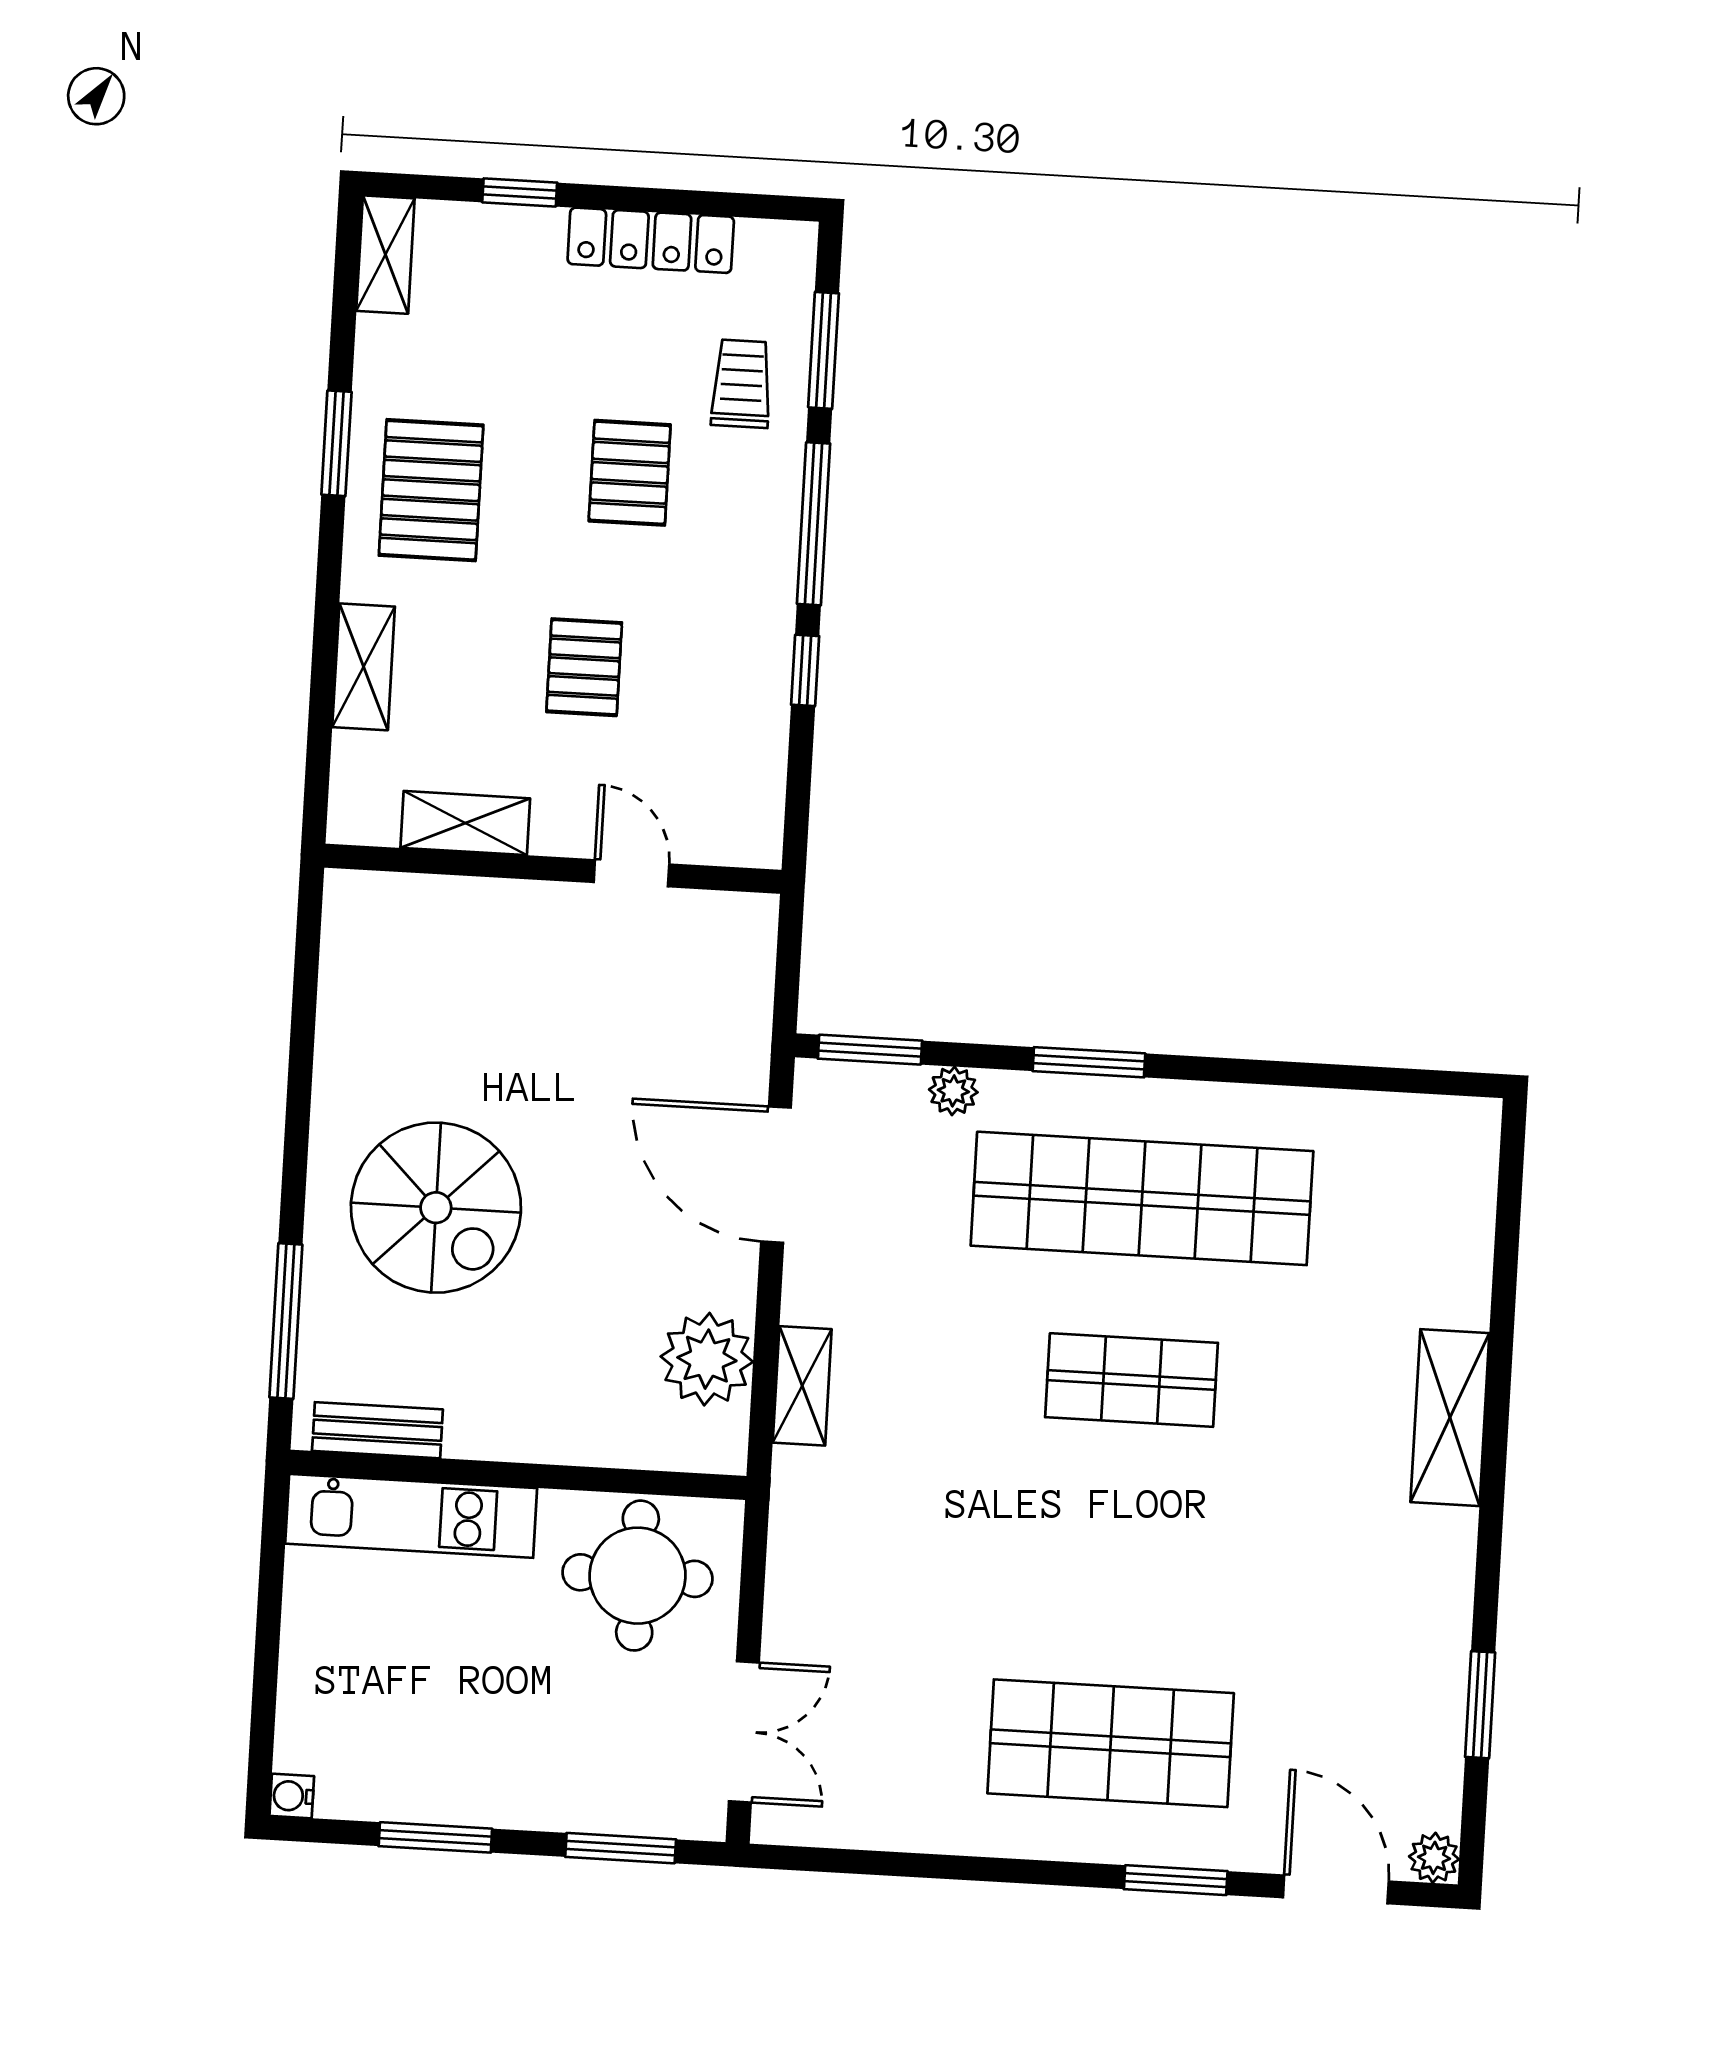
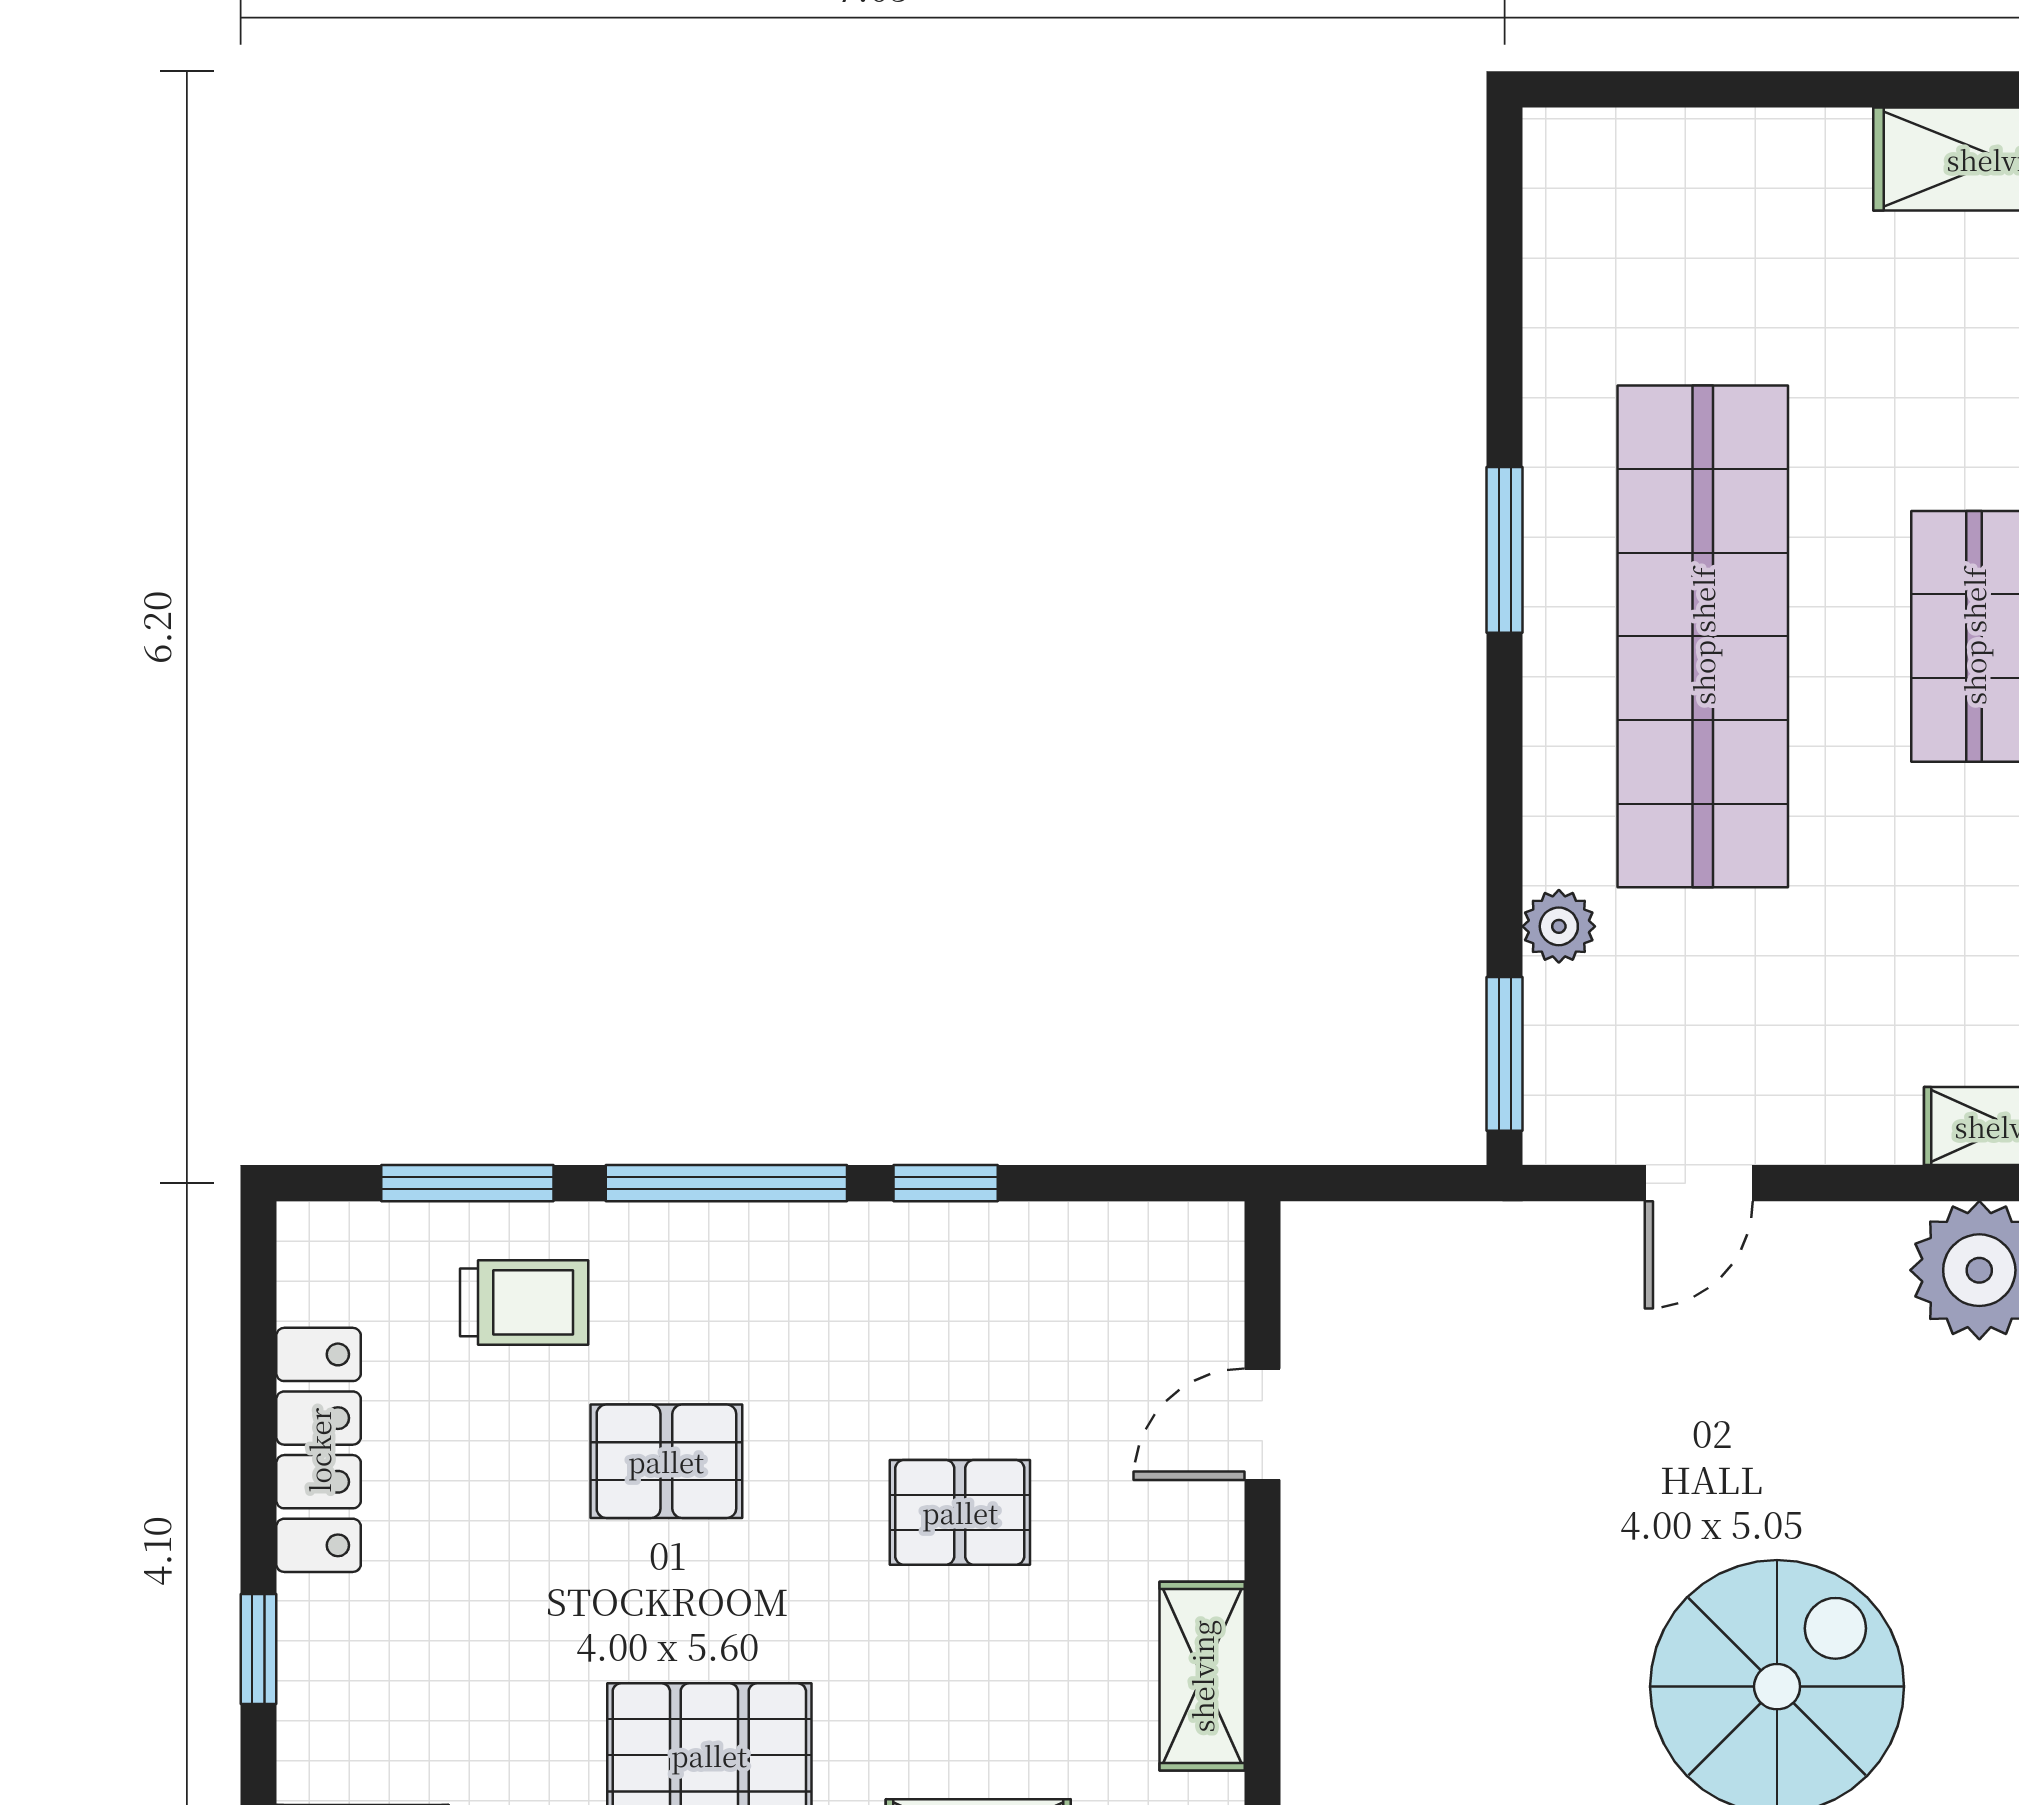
trolley: (742, 384) -> (524, 1302), turned 180
window: (1089, 1062) -> (1505, 550), moved
door: (776, 1175) -> (1699, 1183), width x0.53

